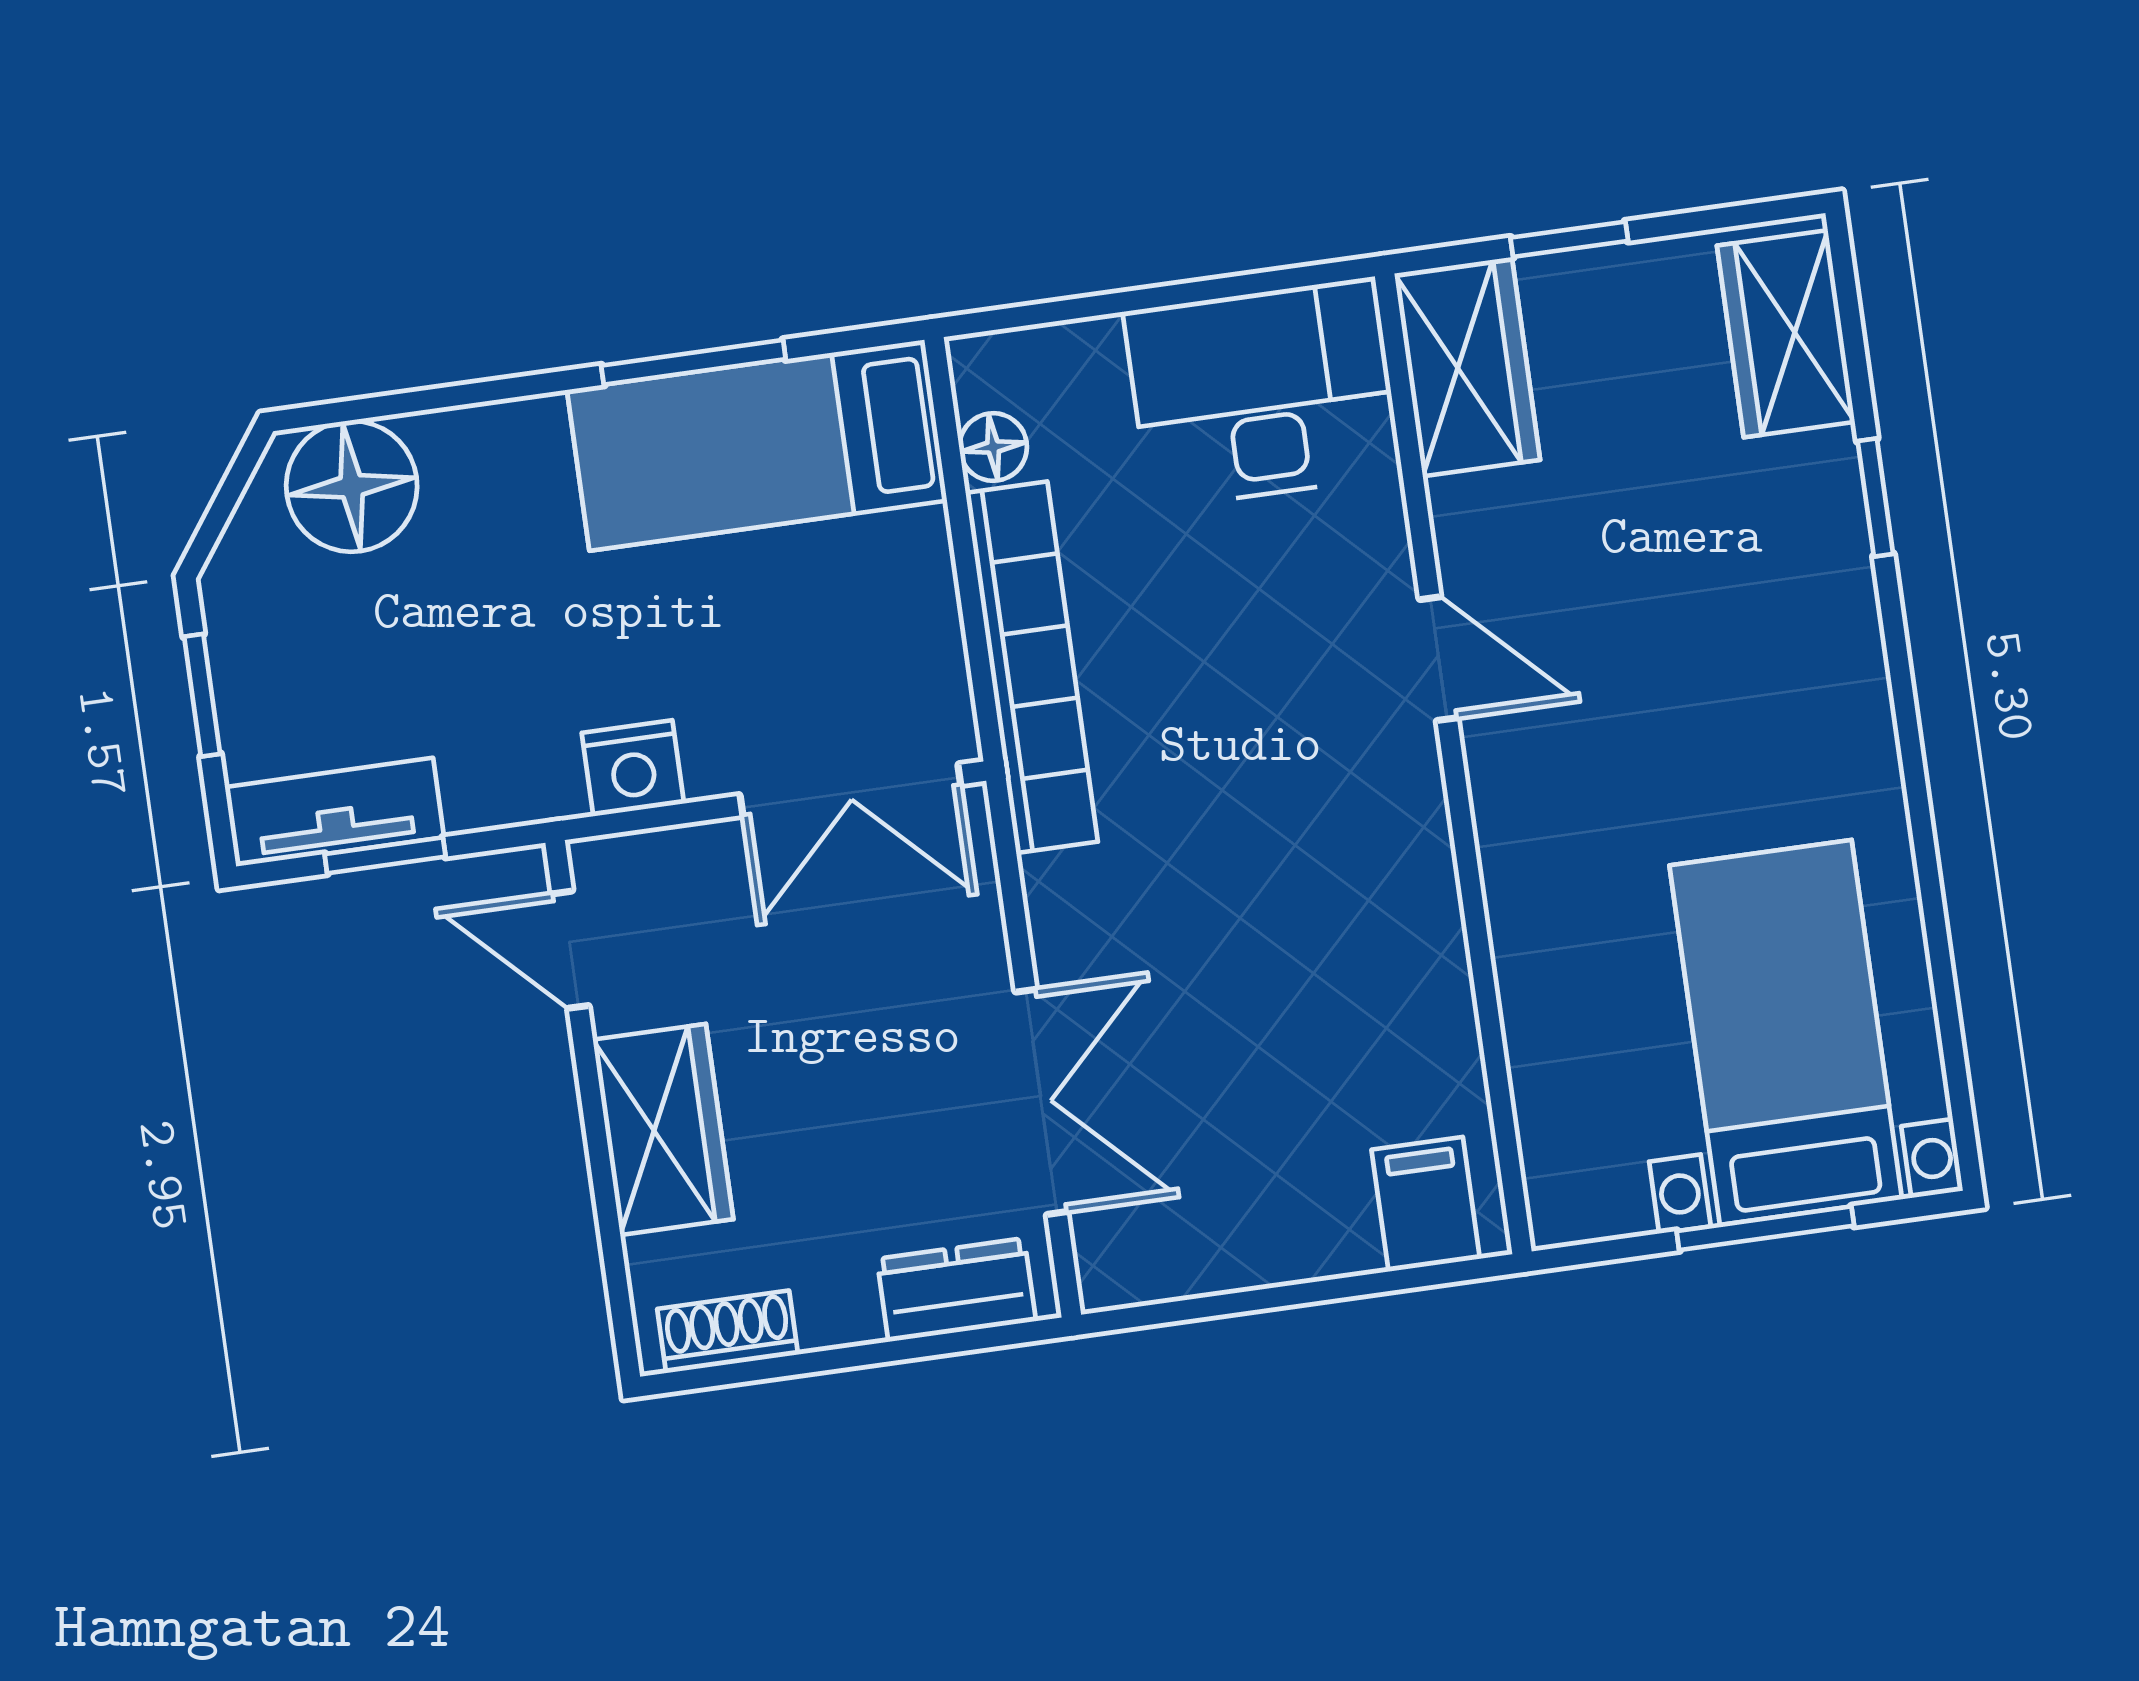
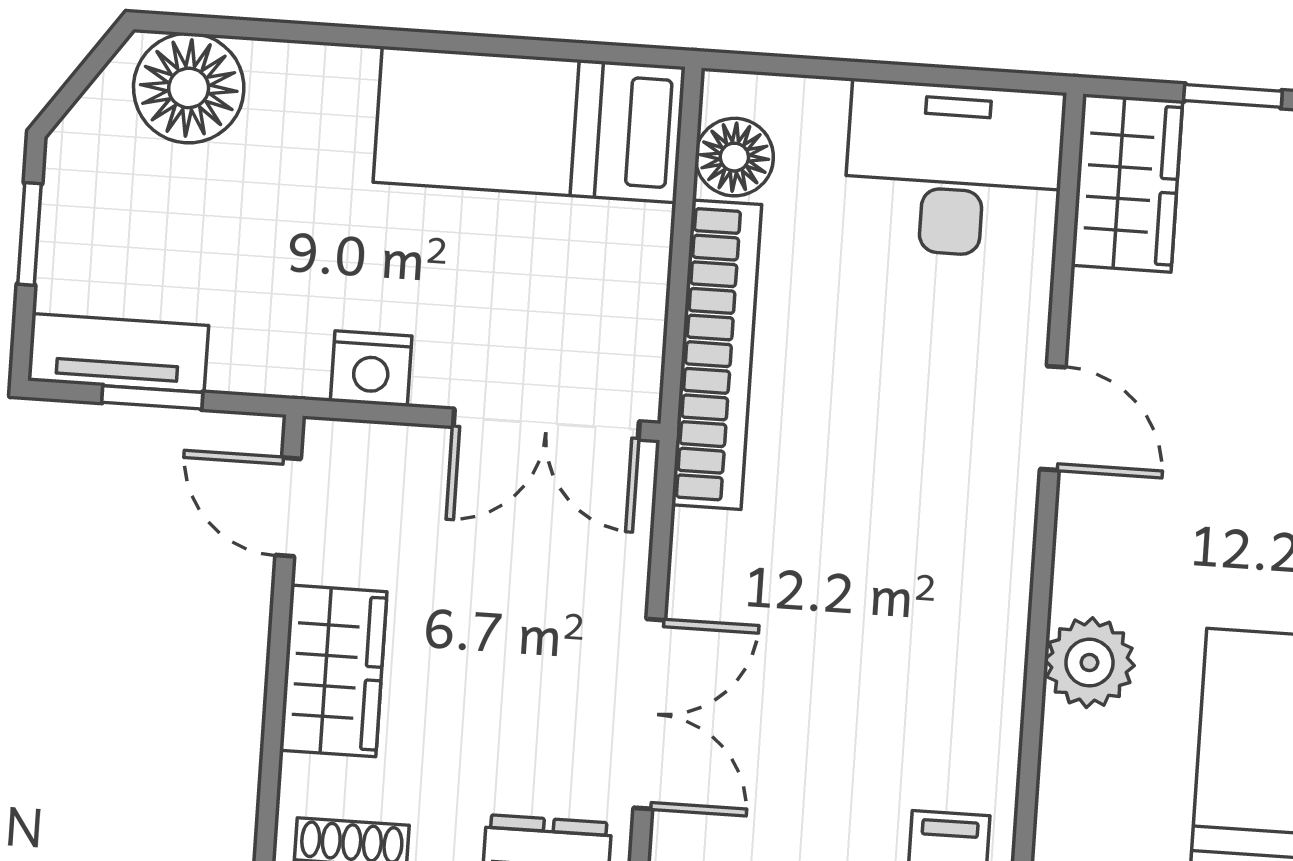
window: (693, 362) -> (491, 45), removed
floor lamp: (993, 447) -> (734, 157), width x1.37, depth x1.37
plant: (1541, 934) -> (1089, 663), added

